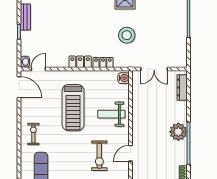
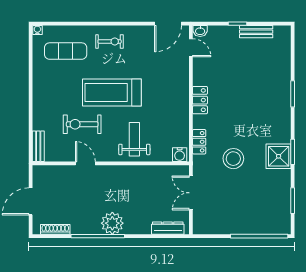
locker: (103, 62) -> (199, 142), moved
treadmill: (73, 108) -> (112, 92), moved

